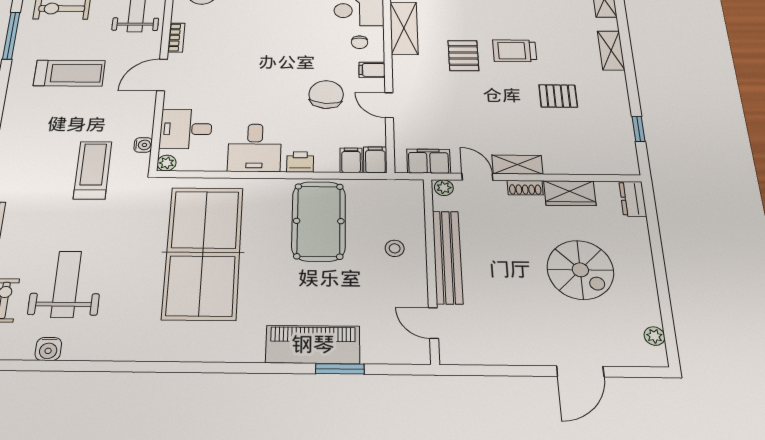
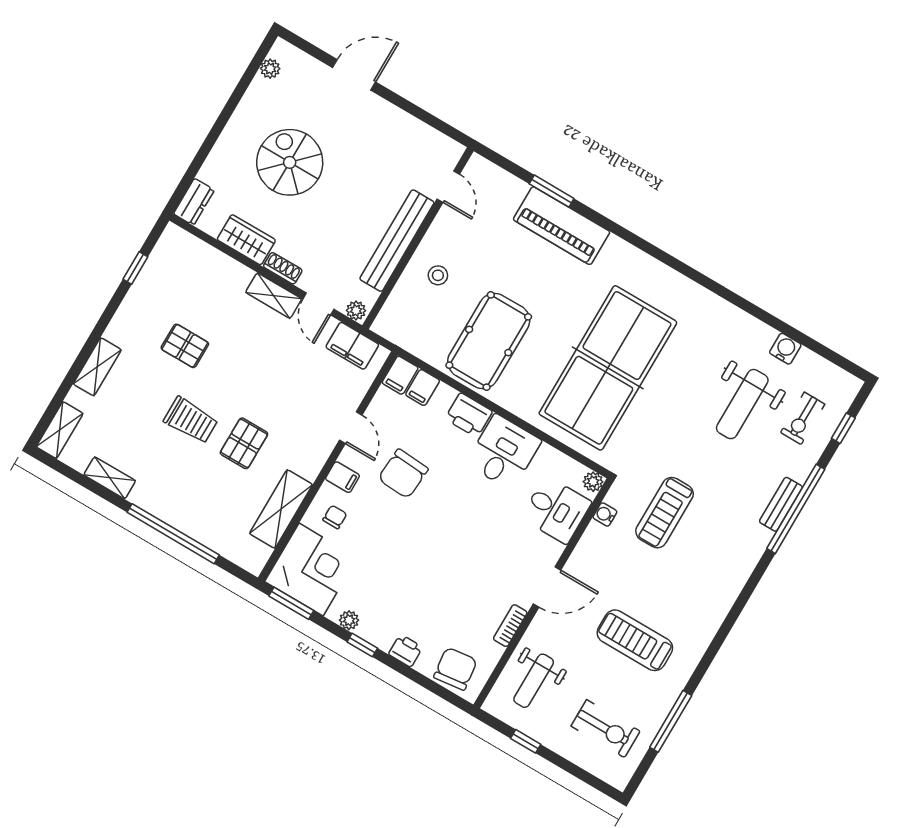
printer: (300, 162) -> (469, 415), width x1.36, depth x1.24

